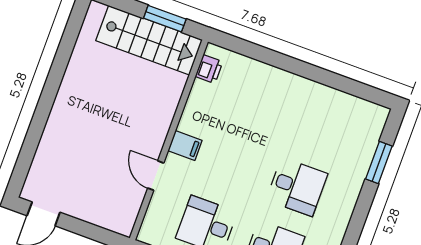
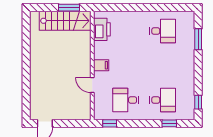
printer: (209, 69) -> (102, 29), width x1.87, depth x1.48
desk: (297, 187) -> (163, 31), moved

